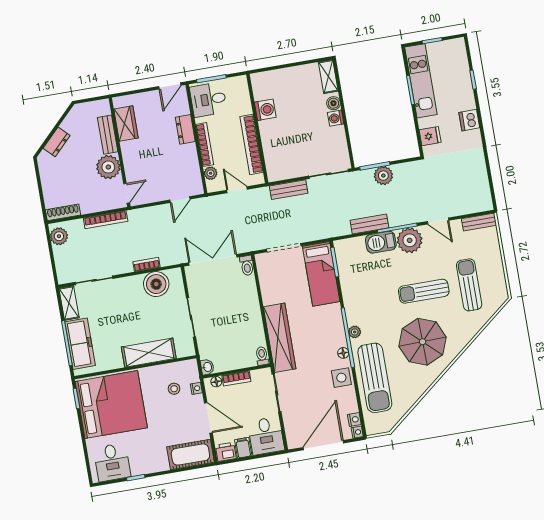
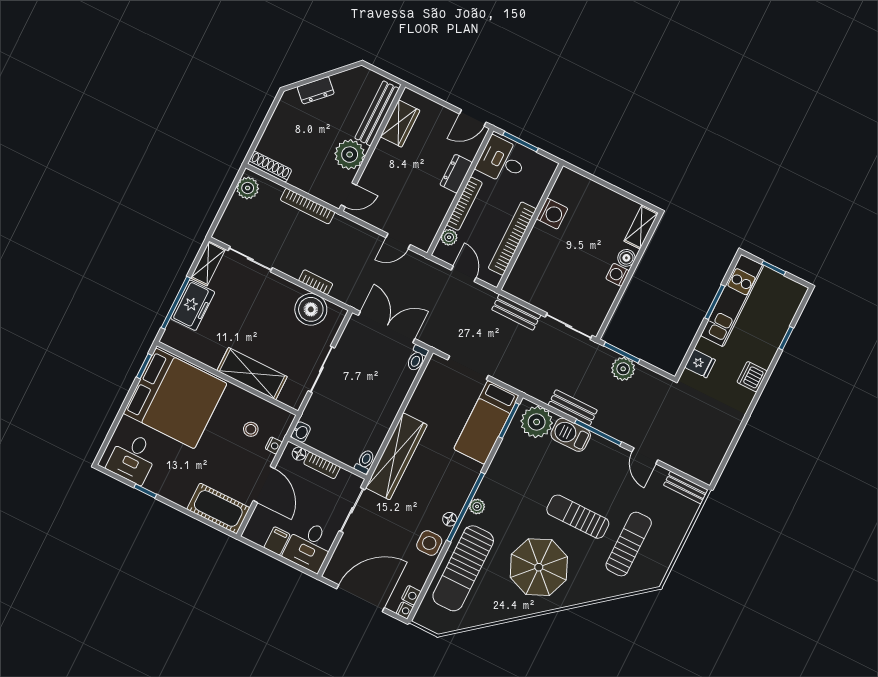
bench: (108, 135) -> (377, 113), width x1.36
plant: (410, 240) -> (537, 422), moved
freezer: (80, 344) -> (193, 305), width x0.71
printer: (226, 452) -> (256, 532), removed

